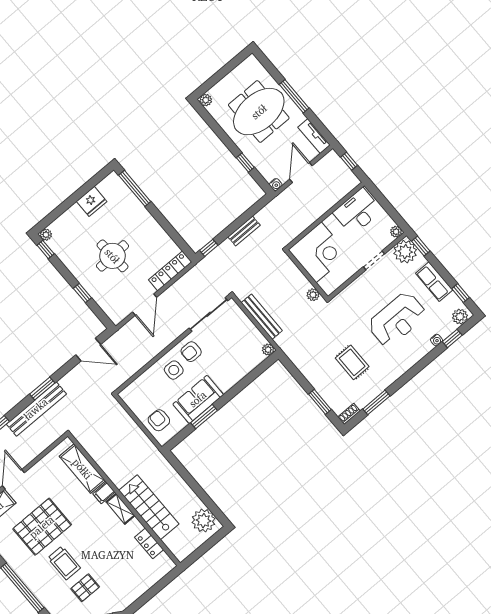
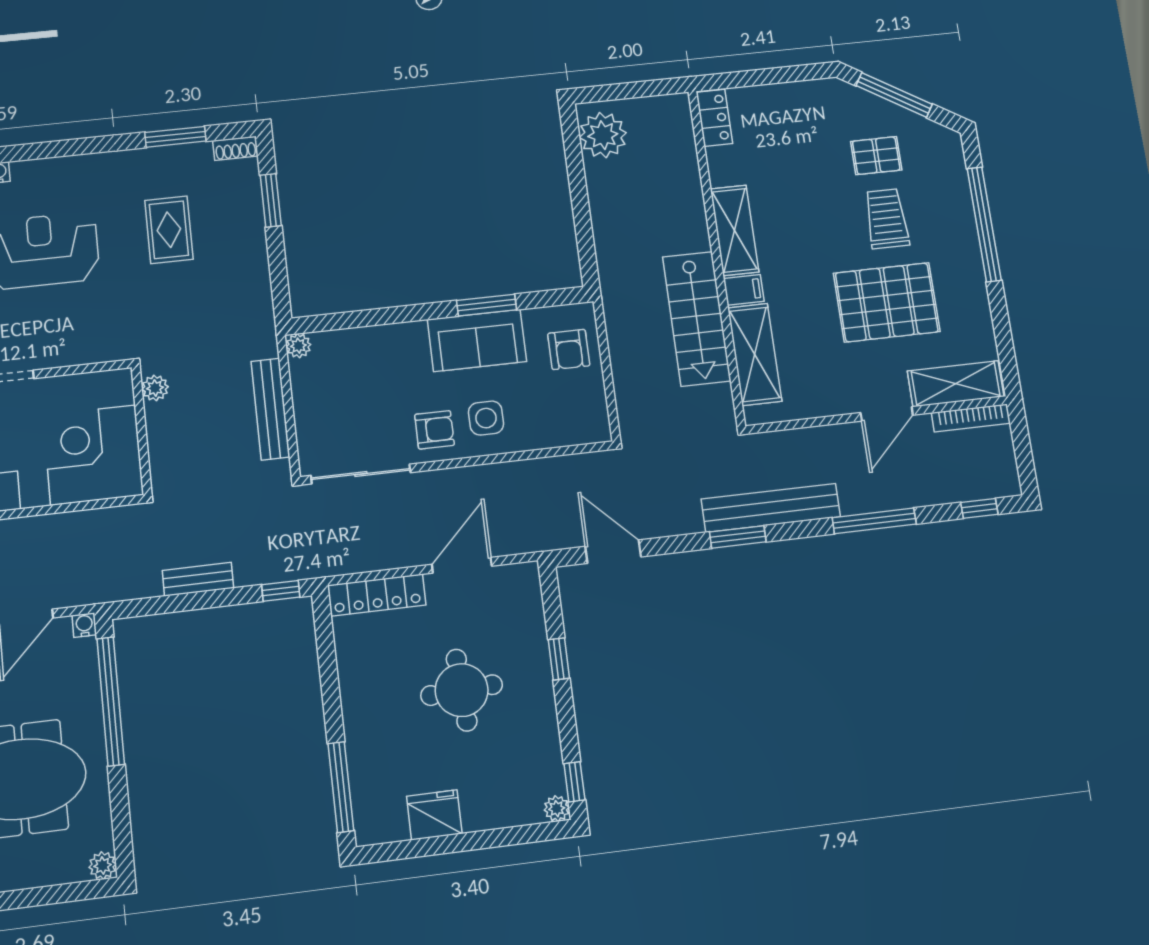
window: (245, 163) -> (111, 701), width x3.17
stairs: (149, 507) -> (697, 319), moved
shelving: (120, 509) -> (734, 230), width x1.50, depth x1.33
locker: (149, 543) -> (714, 118), moved

